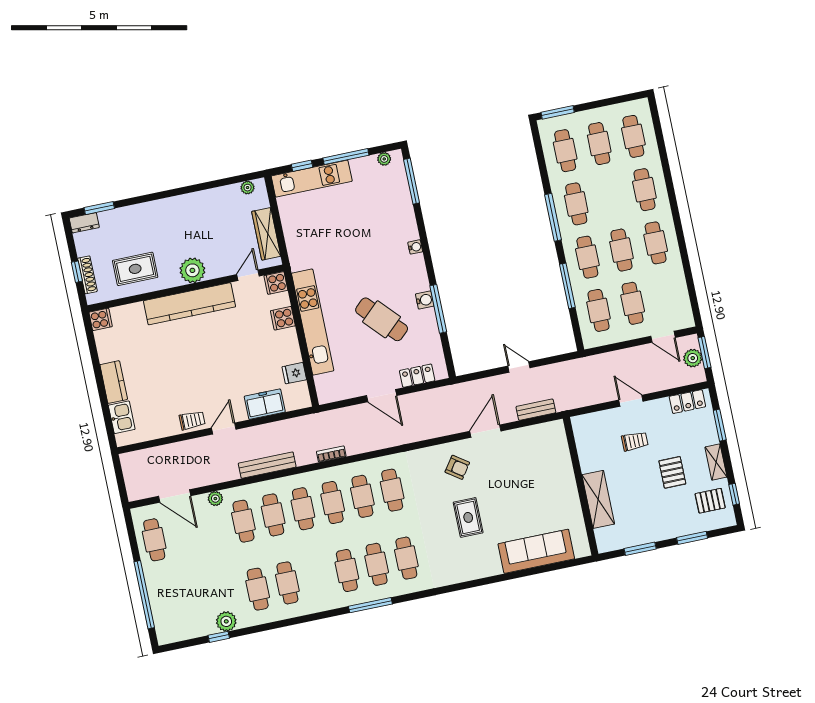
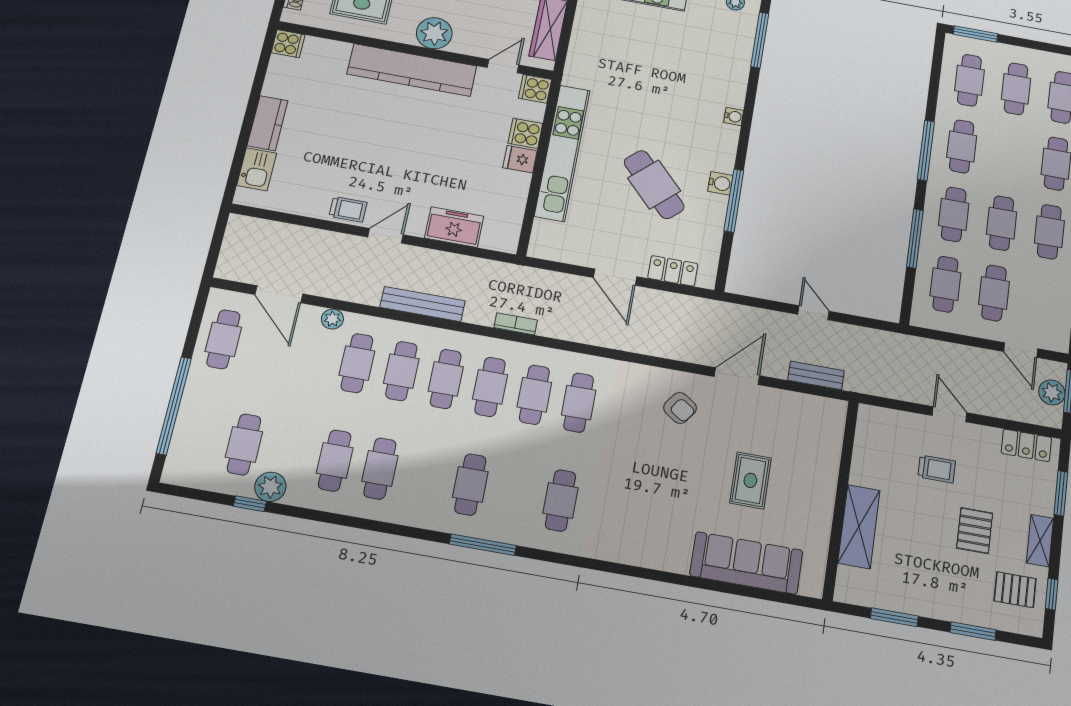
fridge: (294, 373) -> (520, 159), moved
rug: (468, 517) -> (750, 480), moved
cafe table: (377, 564) -> (244, 444), moved

